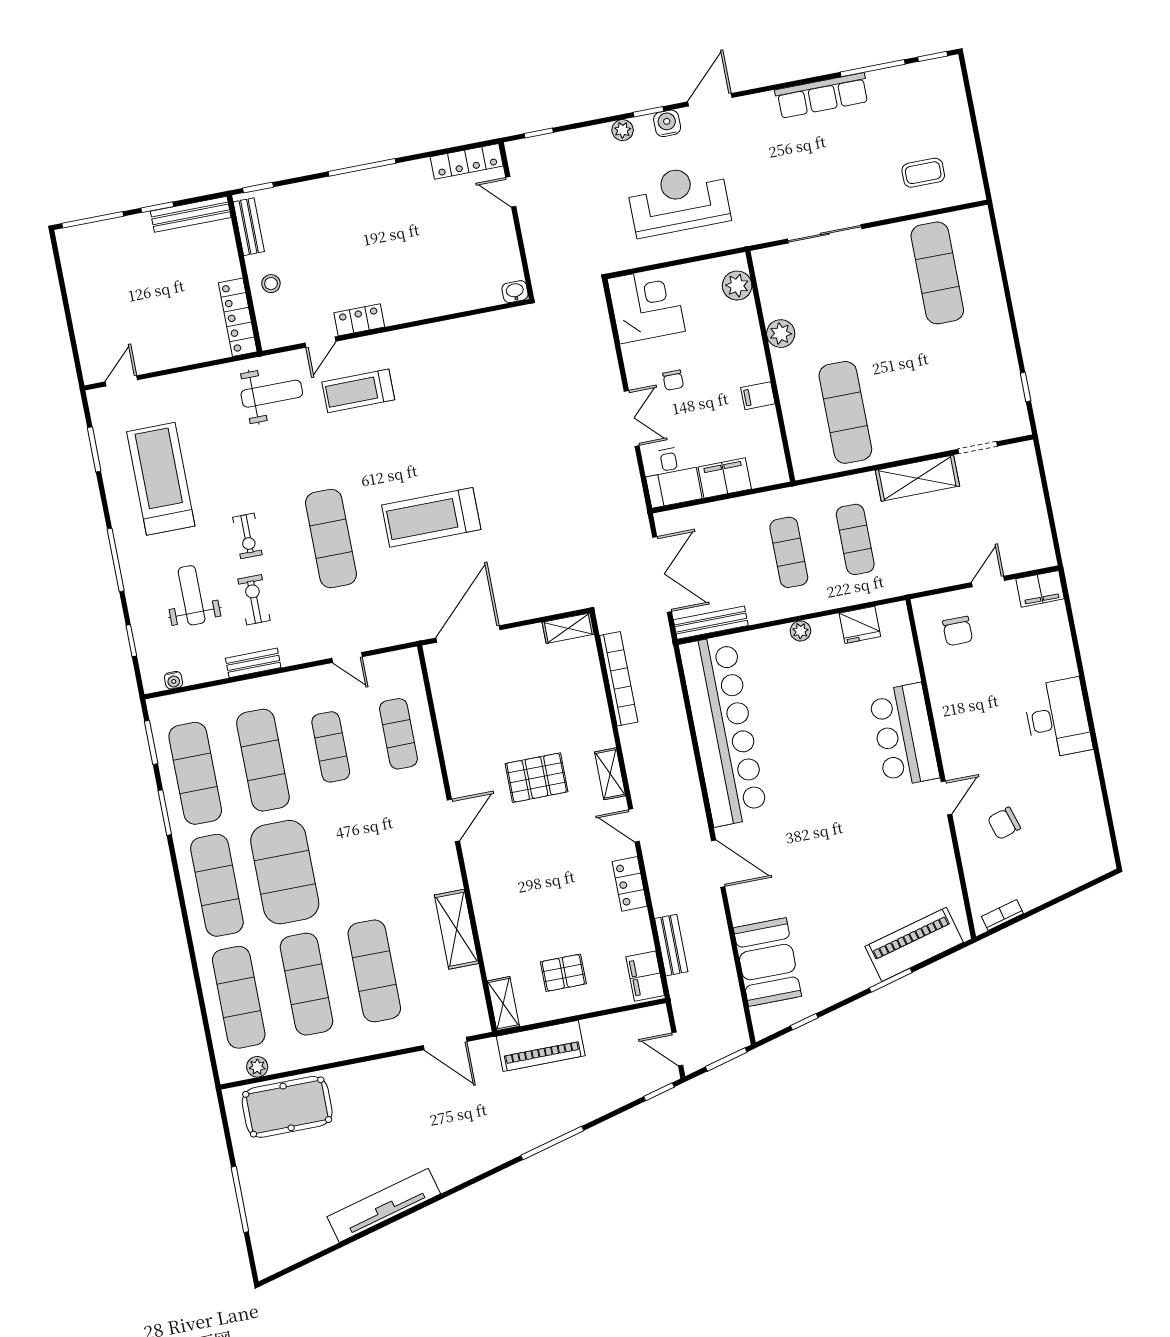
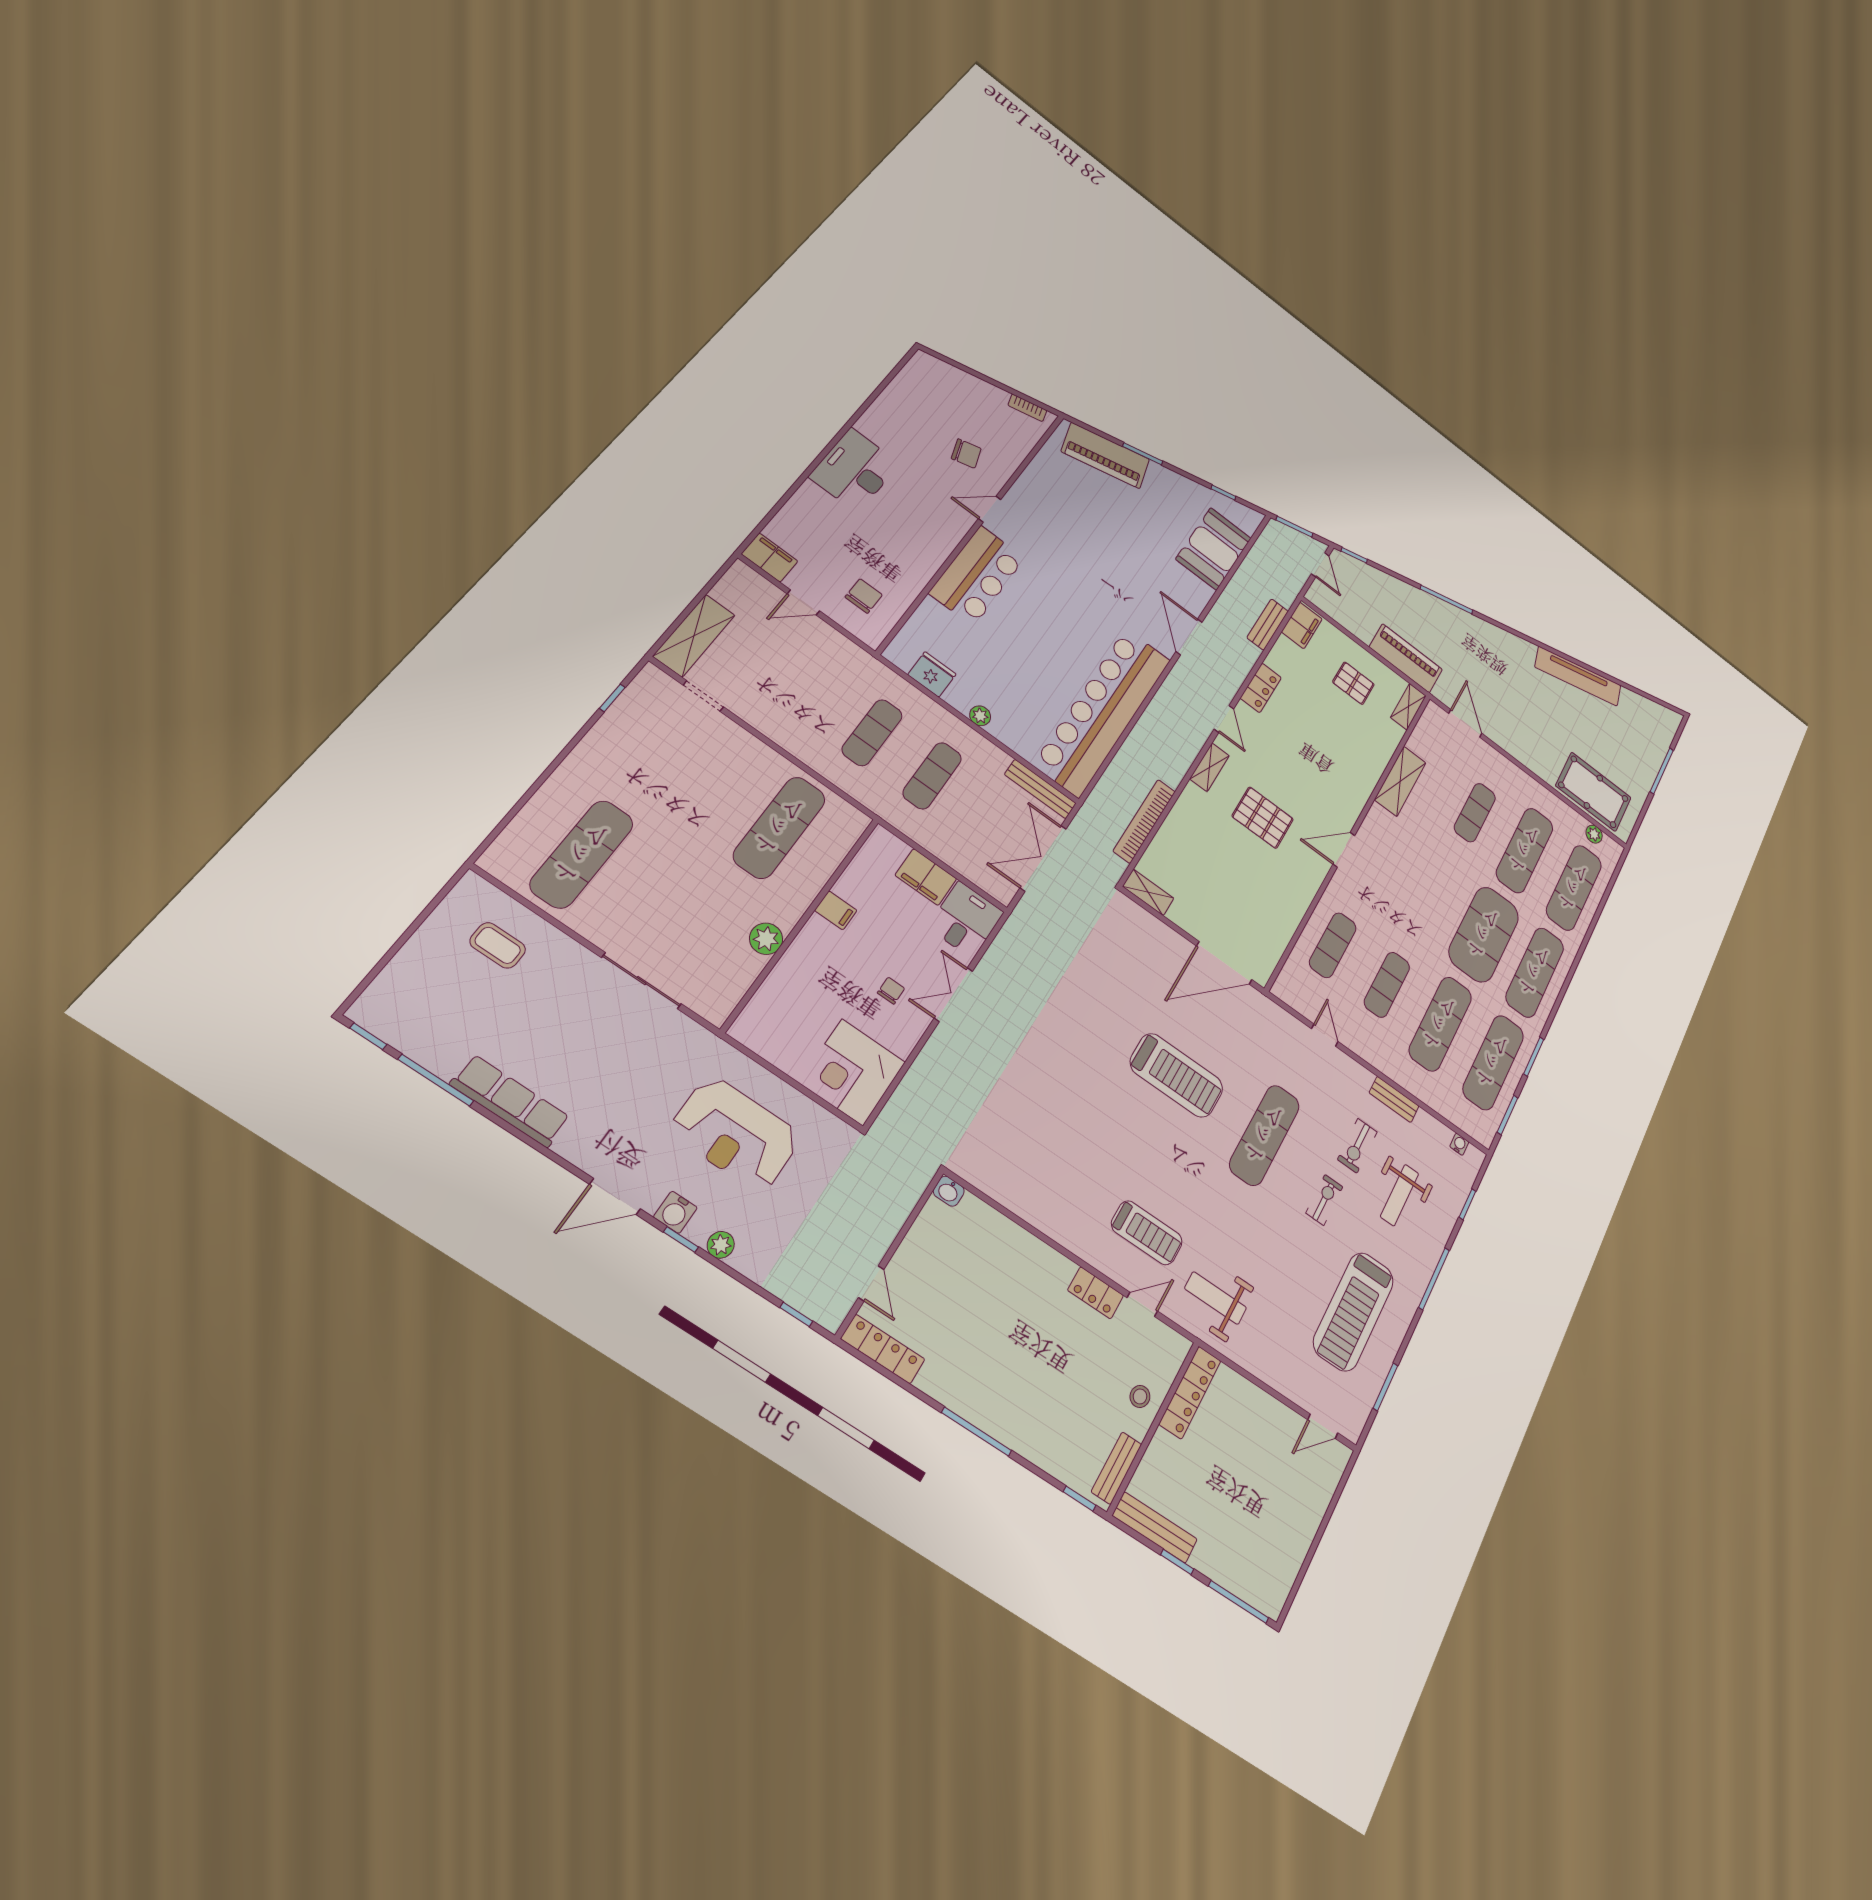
plant: (737, 286) -> (761, 1013), removed
shelving: (917, 478) -> (694, 636), moved, turned 90
exercise mat: (374, 971) -> (1475, 813), width x0.73, depth x0.69

